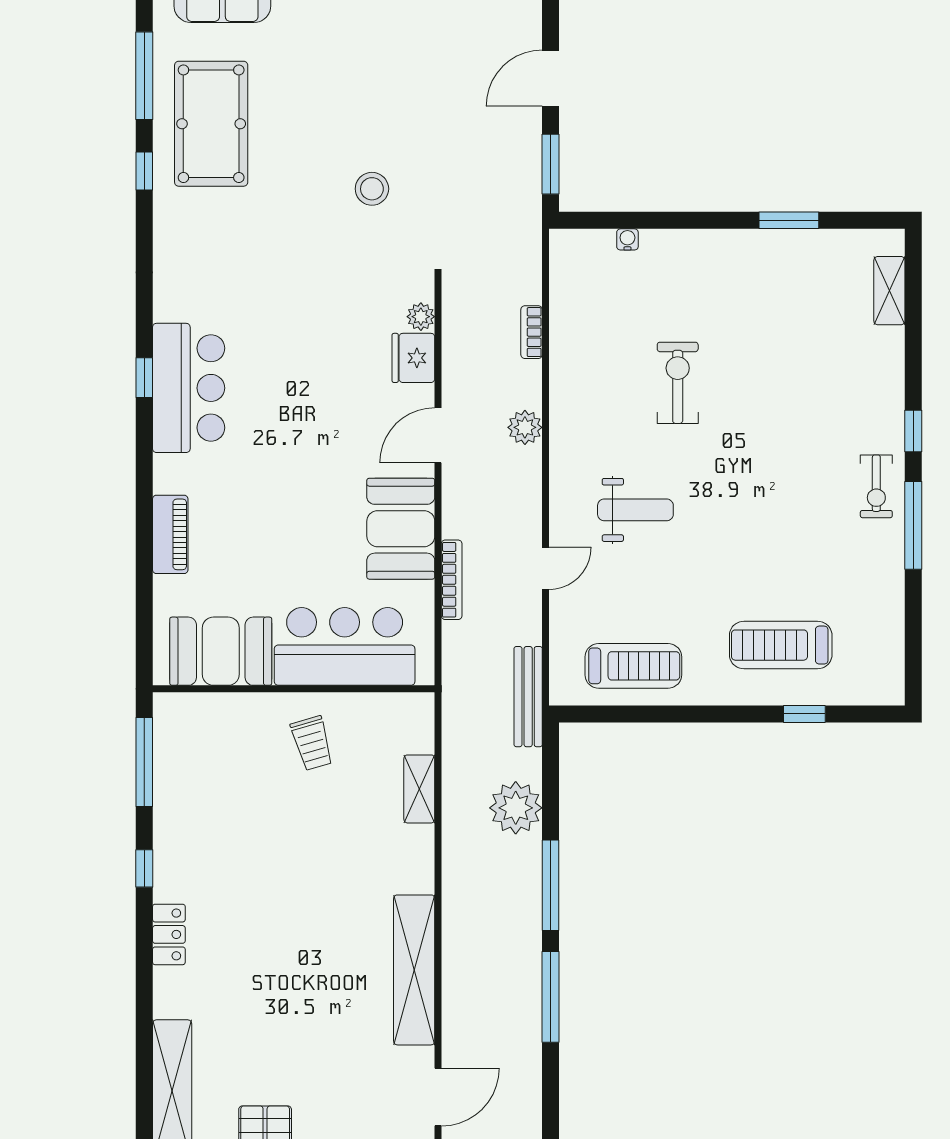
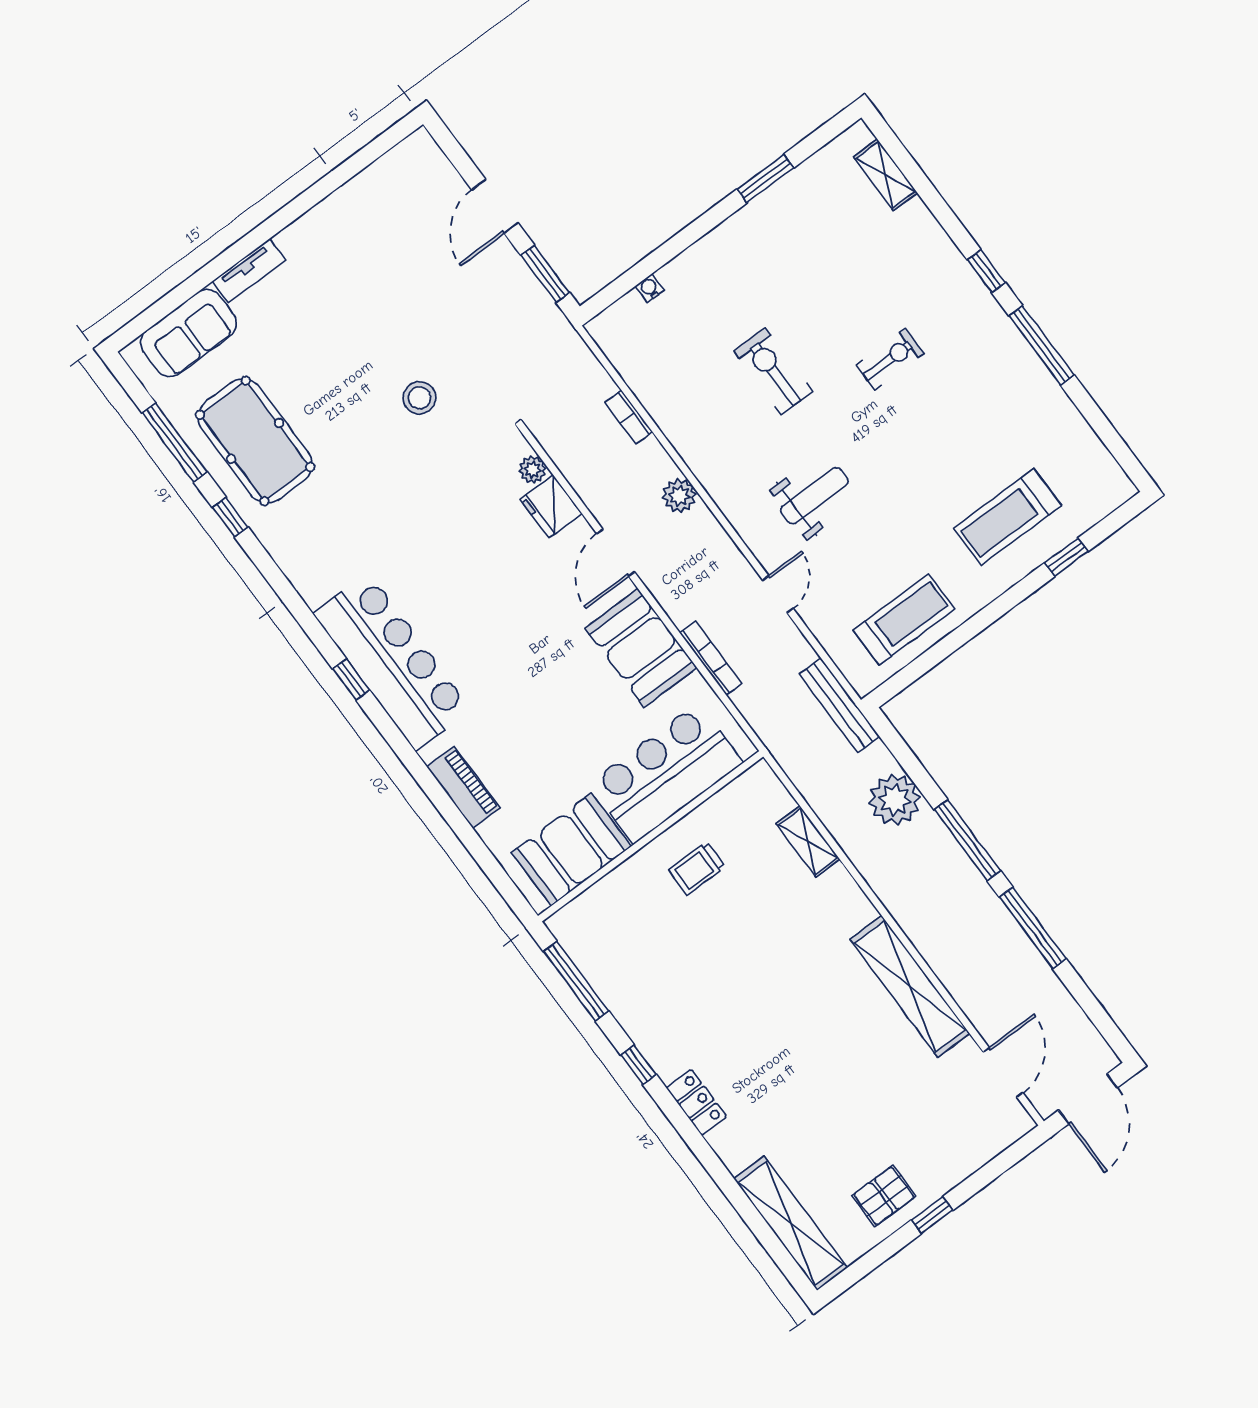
bar counter: (189, 388) -> (392, 662), width x1.36
exercise bike: (876, 486) -> (890, 359), moved, turned -90
trolley: (312, 743) -> (697, 868), turned 106

